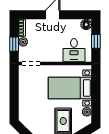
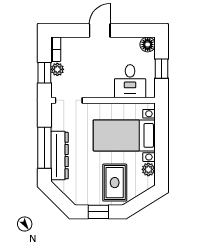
window: (14, 97) -> (44, 148), added
dresser: (25, 102) -> (59, 156), added

